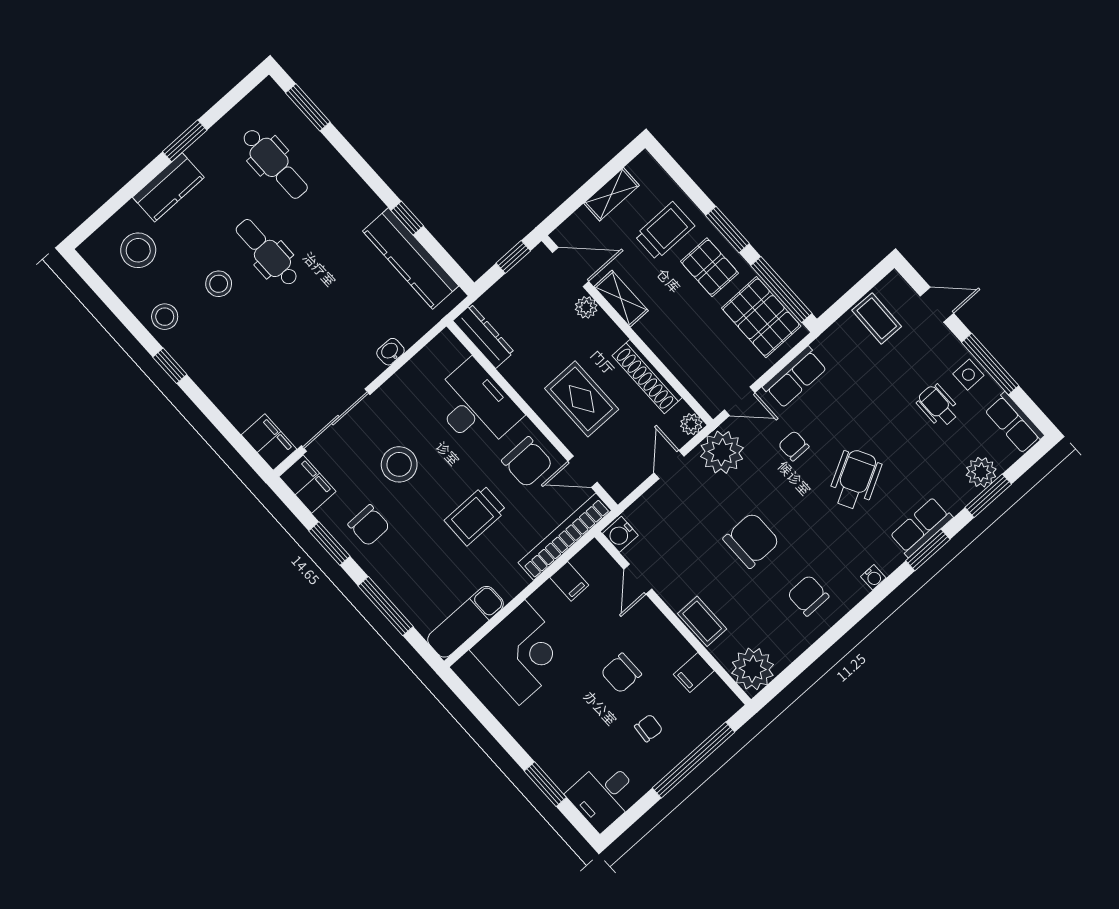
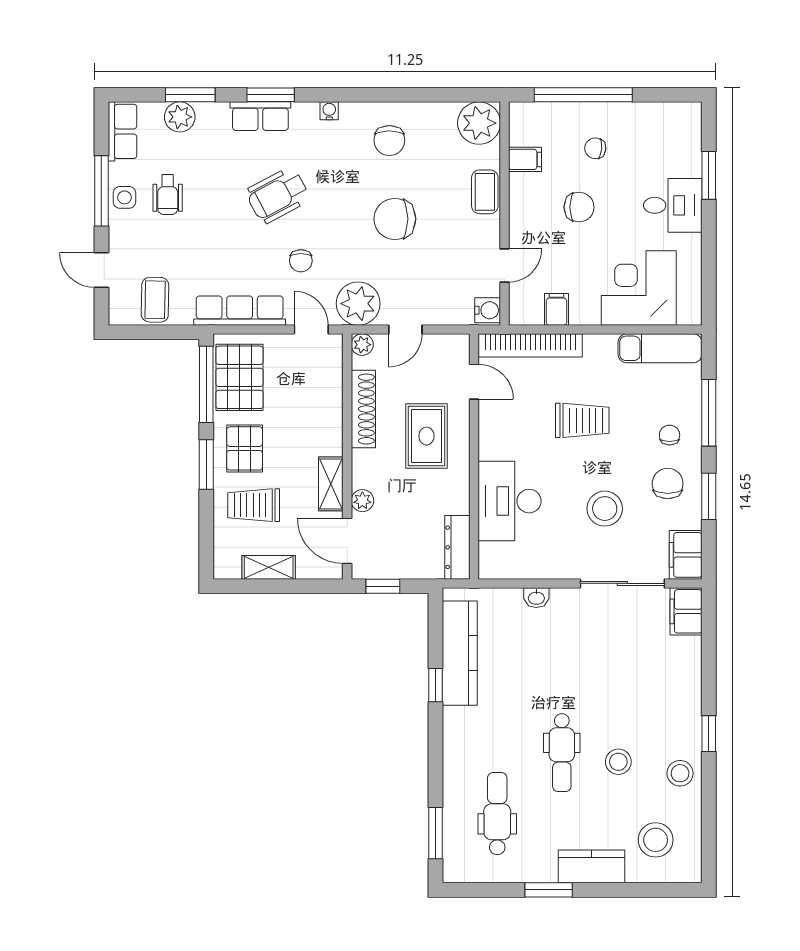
row of seats: (795, 377) -> (240, 311), width x1.48
chair: (527, 462) -> (670, 435), moved, width x0.54, depth x0.54
desk: (604, 795) -> (673, 205), moved

